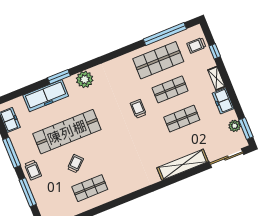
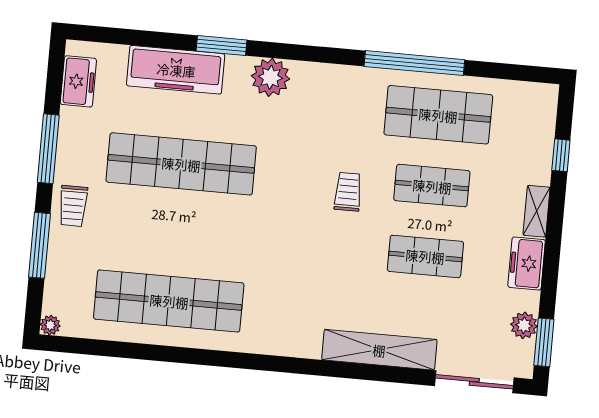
window: (165, 34) -> (414, 63), moved
trolley: (196, 45) -> (530, 124), removed
trolley: (75, 164) -> (165, 237), removed
shop shelf: (90, 188) -> (169, 301), width x2.00, depth x1.36

